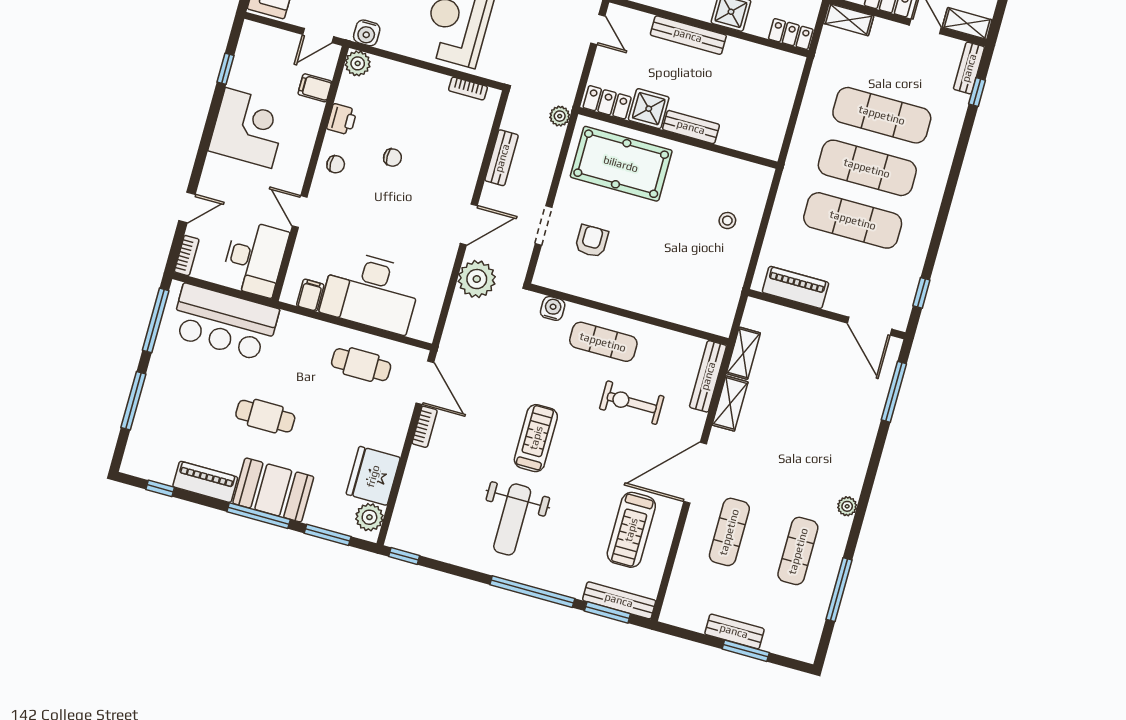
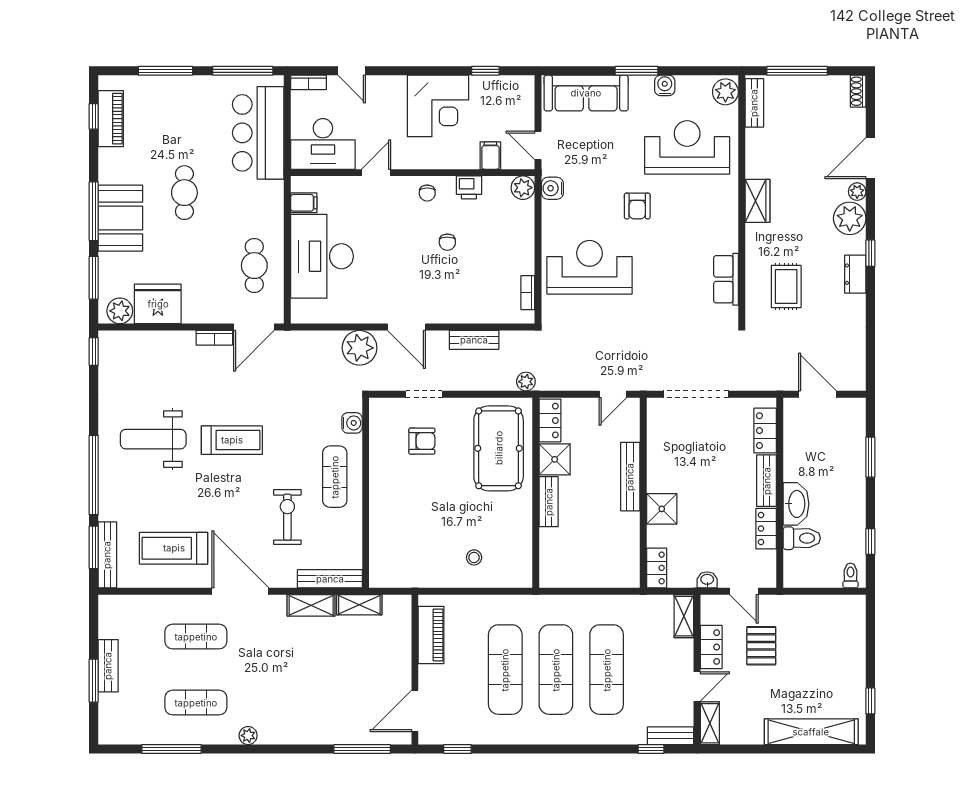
piano: (205, 482) -> (111, 119), moved

